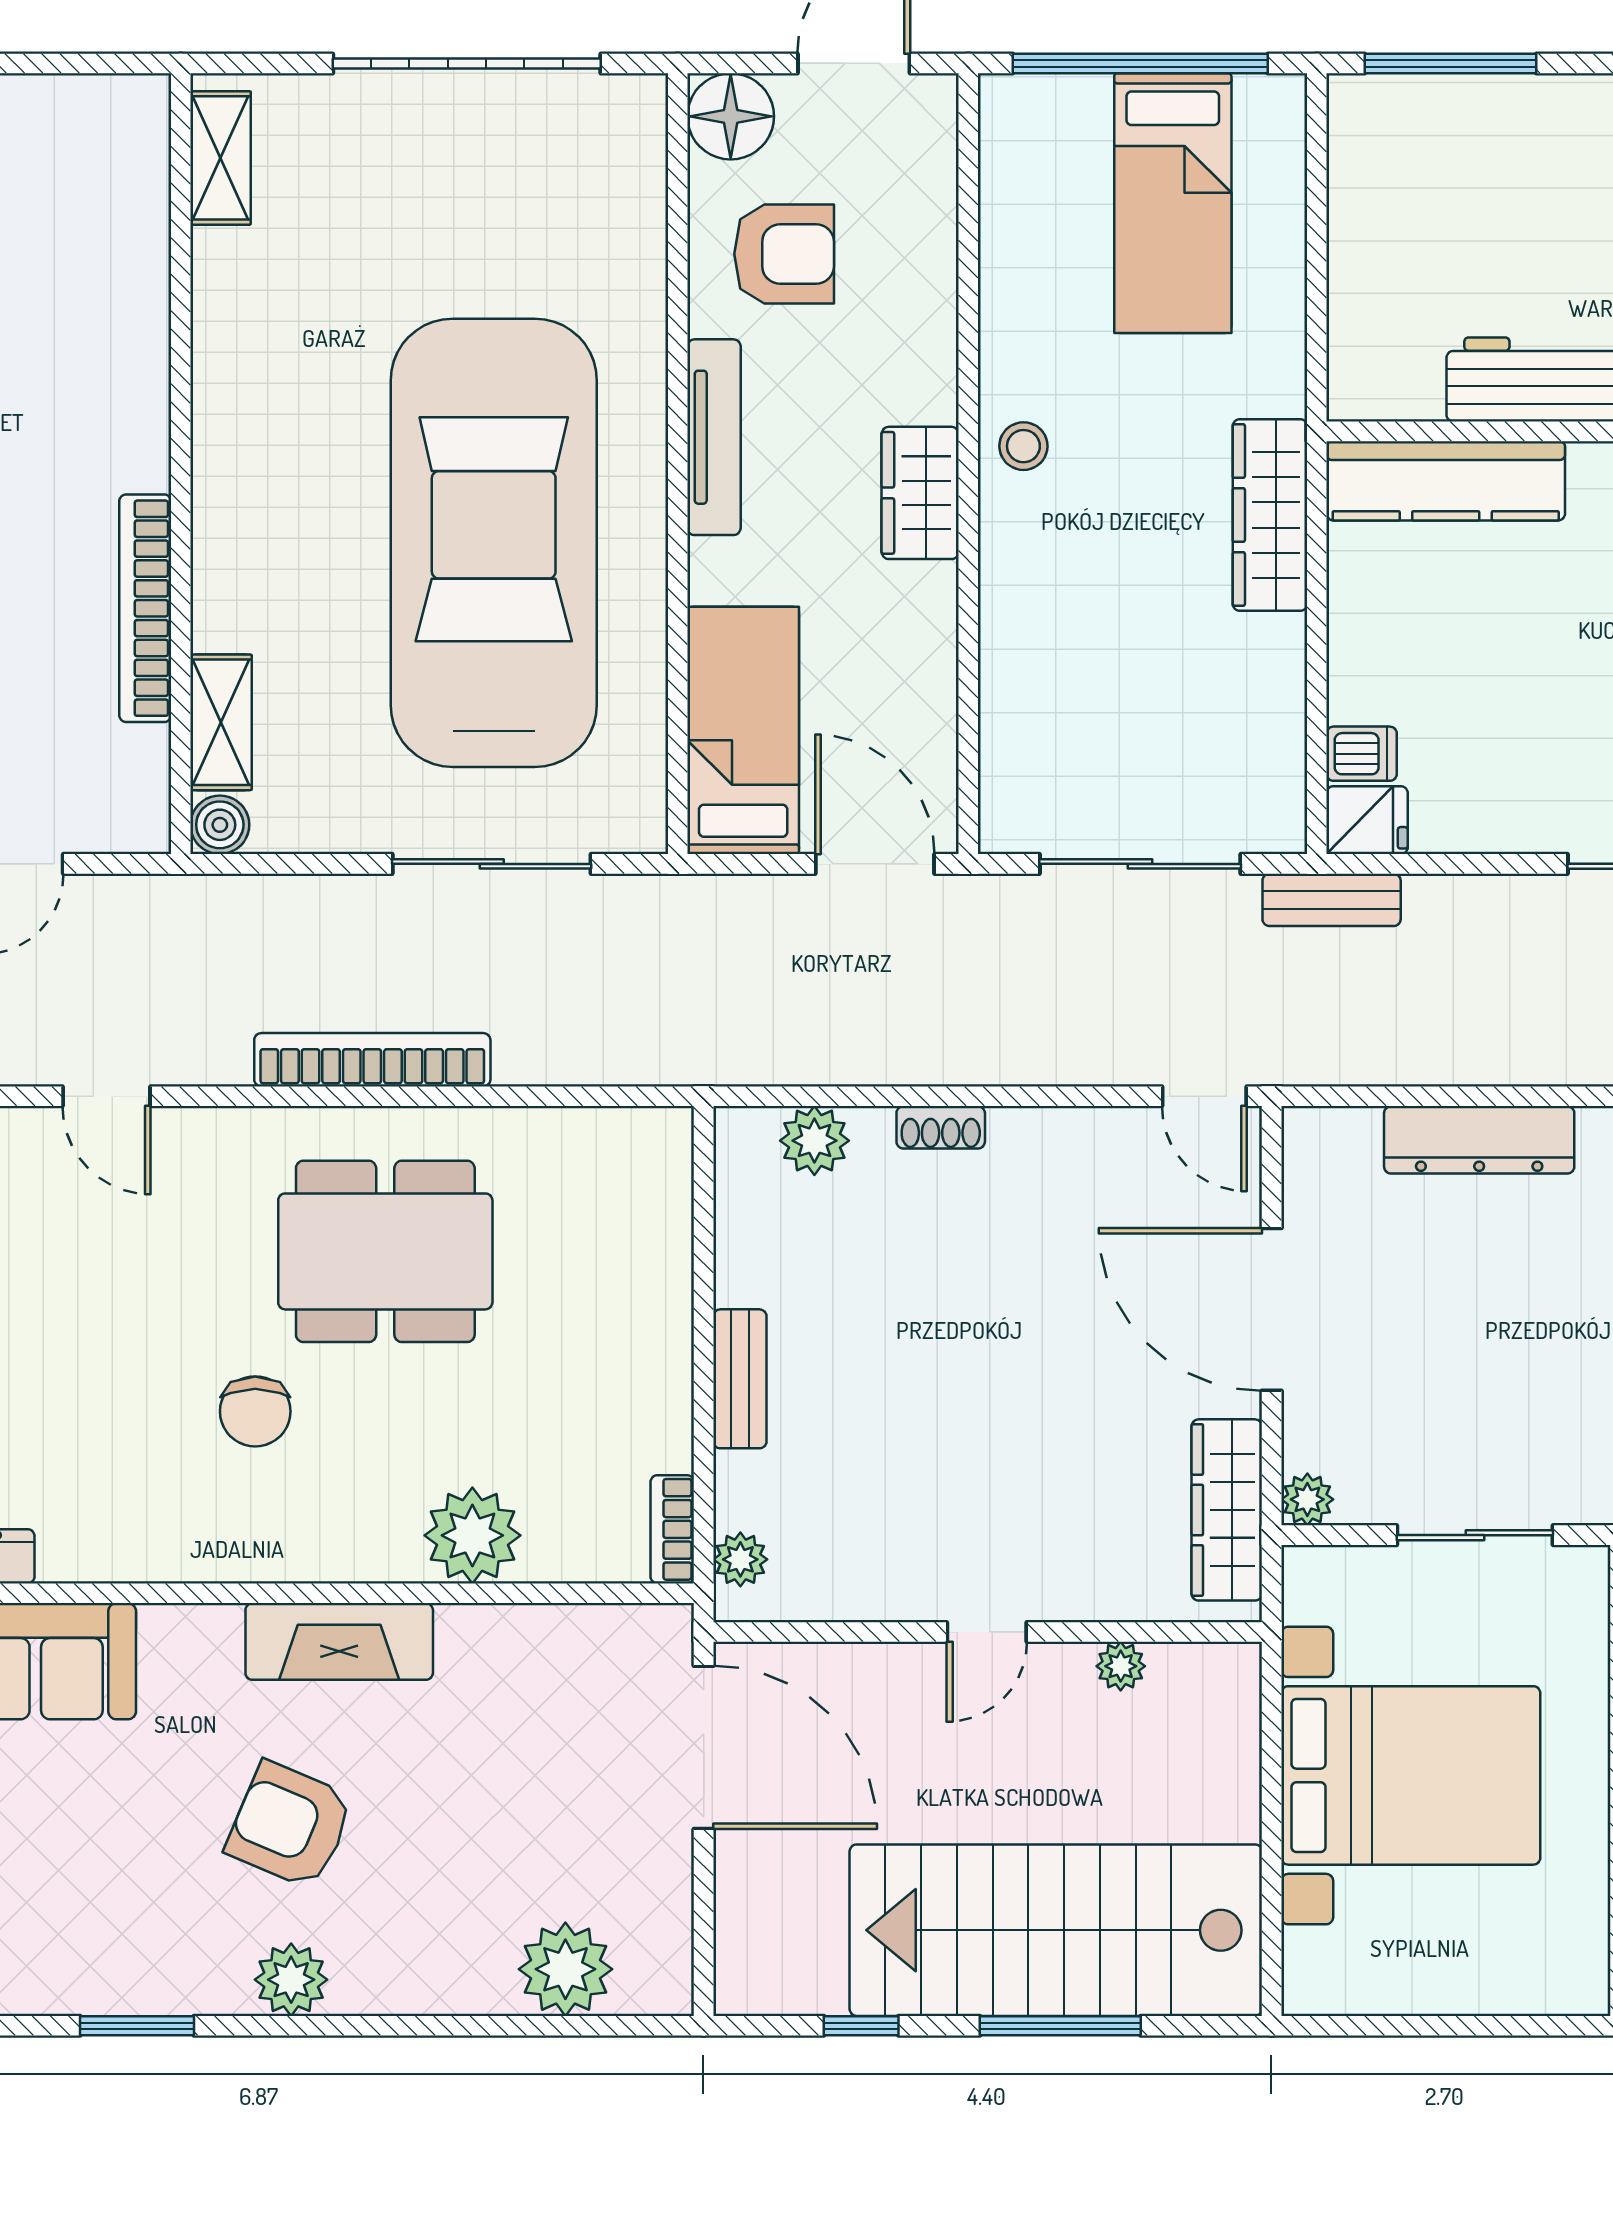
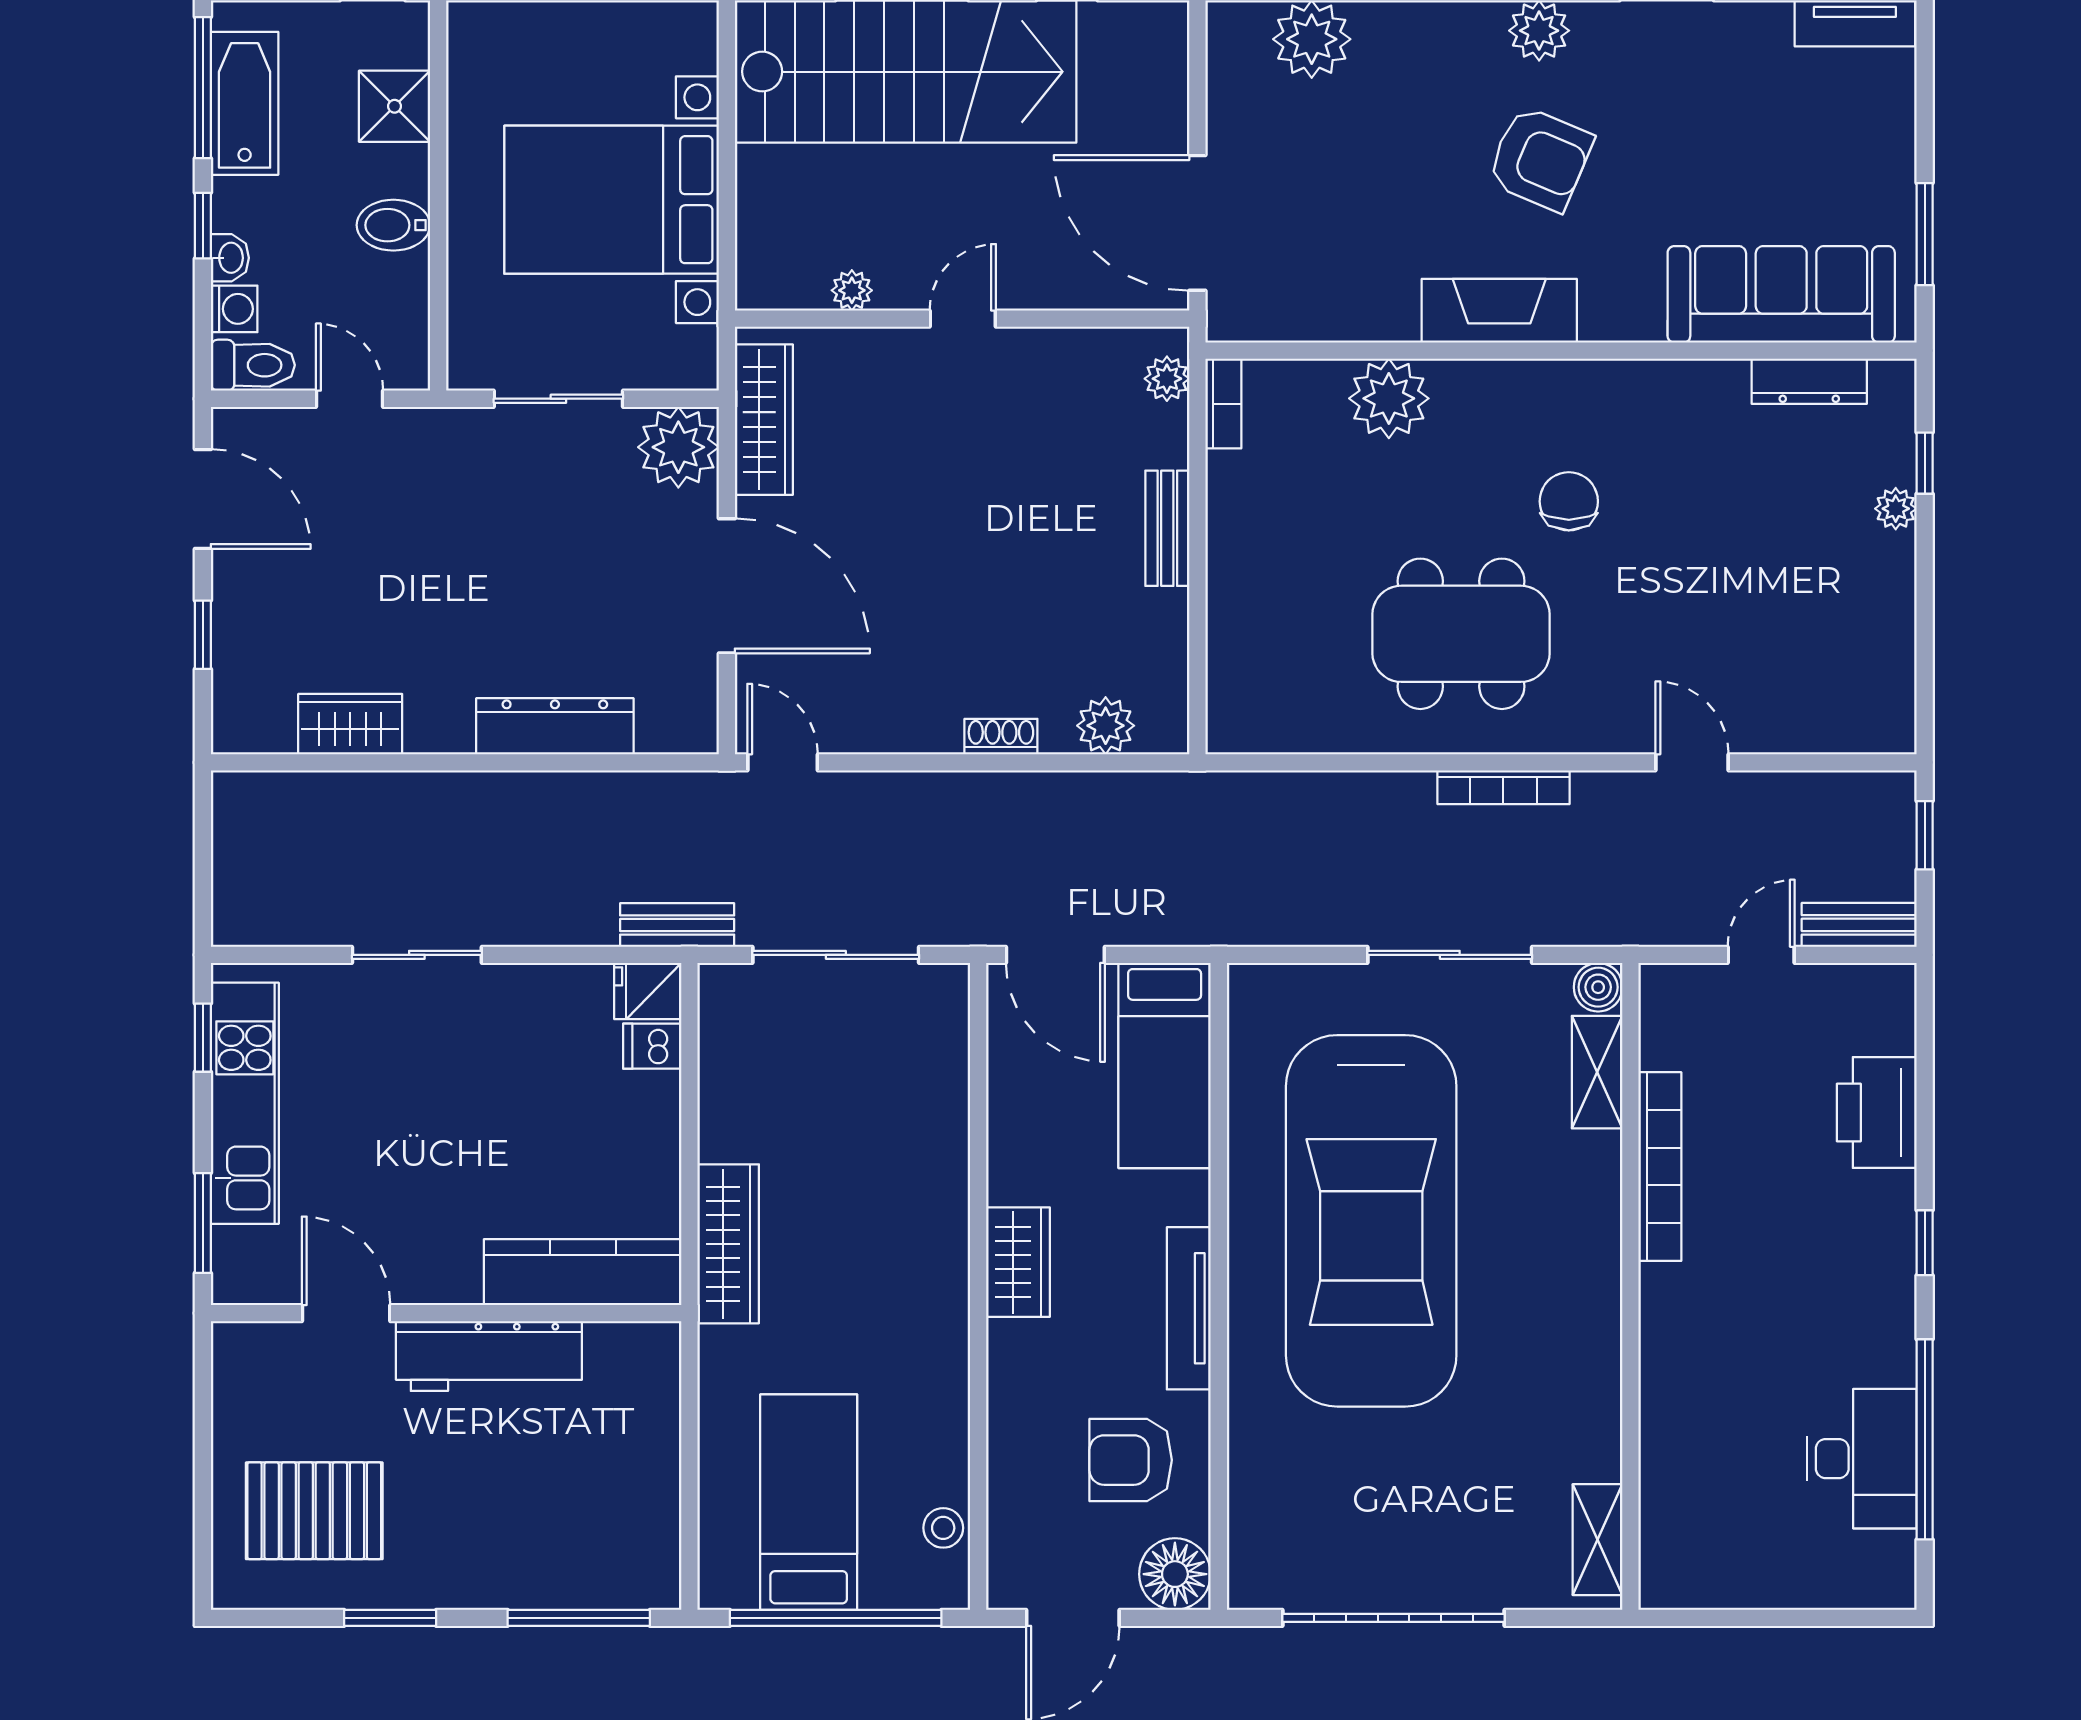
stool: (1023, 446) -> (943, 1528), moved
sliding door: (492, 864) -> (1450, 955), moved
bookcase: (372, 1060) -> (1503, 787), width x0.68, depth x0.76
plant: (1307, 1499) -> (678, 447), width x1.87, depth x1.87

